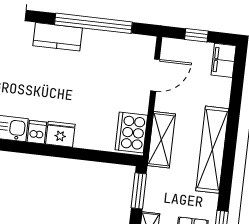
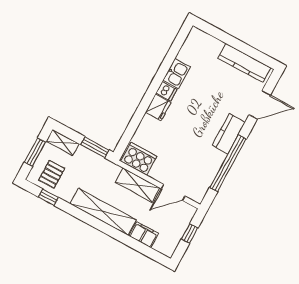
filing cabinet: (224, 60) -> (144, 235), moved
door: (155, 75) -> (173, 192), hinge flipped
shelving: (161, 140) -> (138, 185), moved

